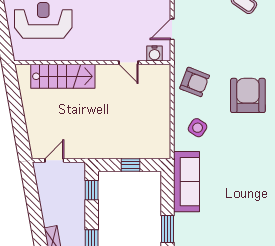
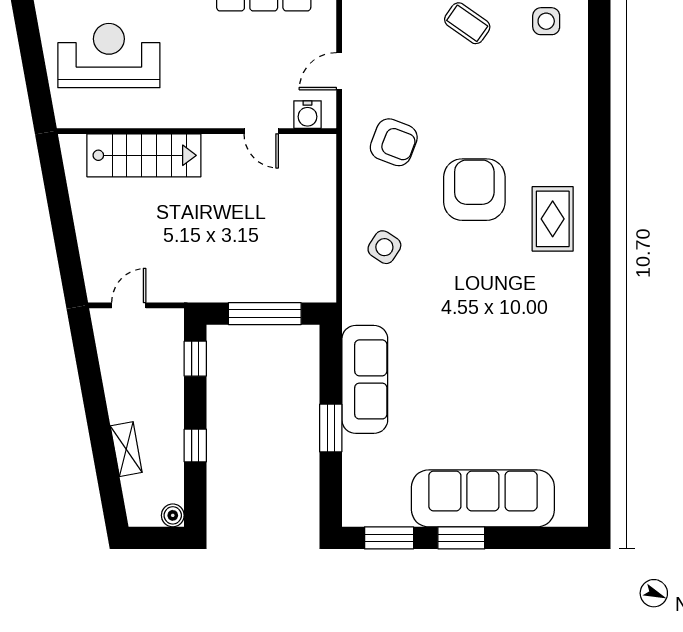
armchair: (195, 82) -> (394, 142), moved
window: (131, 165) -> (265, 314), width x2.17
sofa: (187, 182) -> (365, 379), moved

